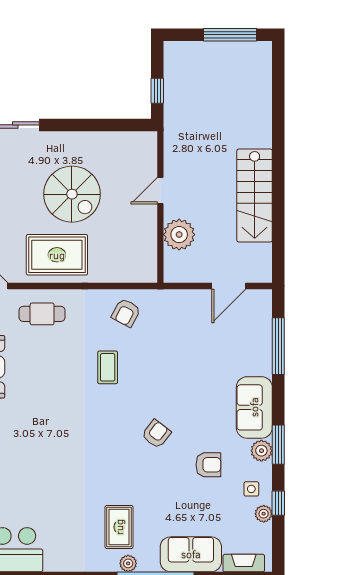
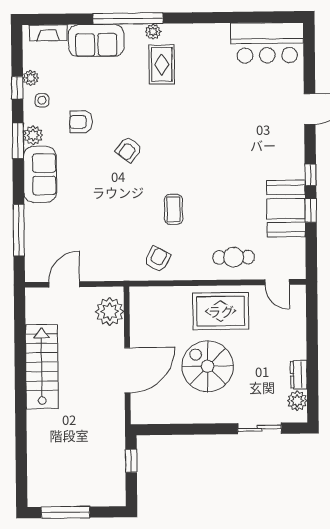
door: (160, 191) -> (127, 370), width x1.87
plant: (179, 235) -> (110, 312), moved

